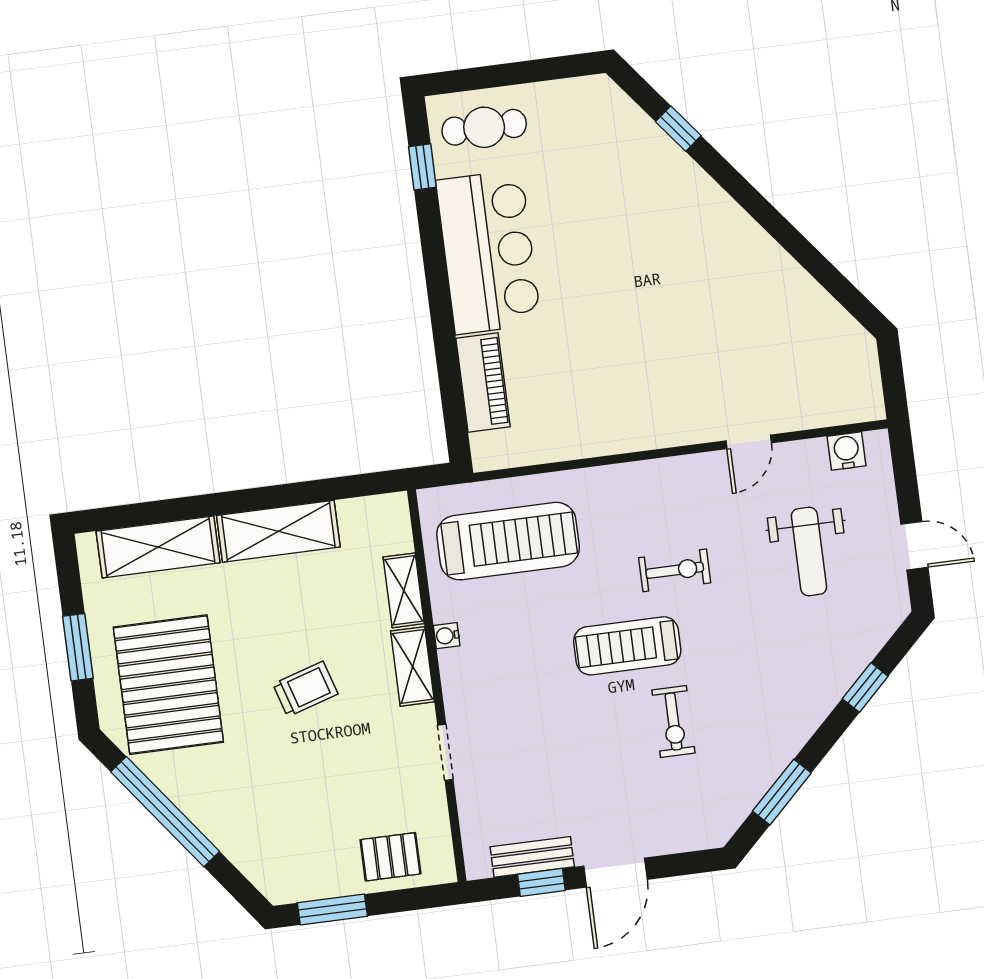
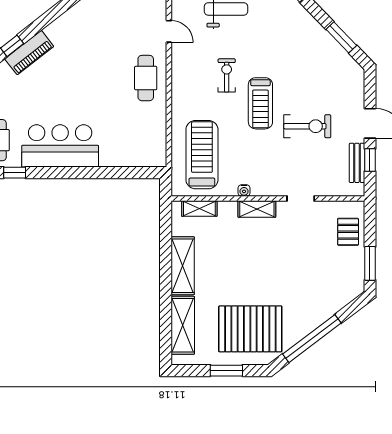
piano: (483, 382) -> (29, 53), moved, turned 142
cafe table: (648, 407) -> (146, 78), added
shelving: (404, 590) -> (199, 209), moved
trolley: (305, 689) -> (261, 263), removed
exercise bike: (673, 721) -> (307, 126), moved, width x1.38, depth x1.39

